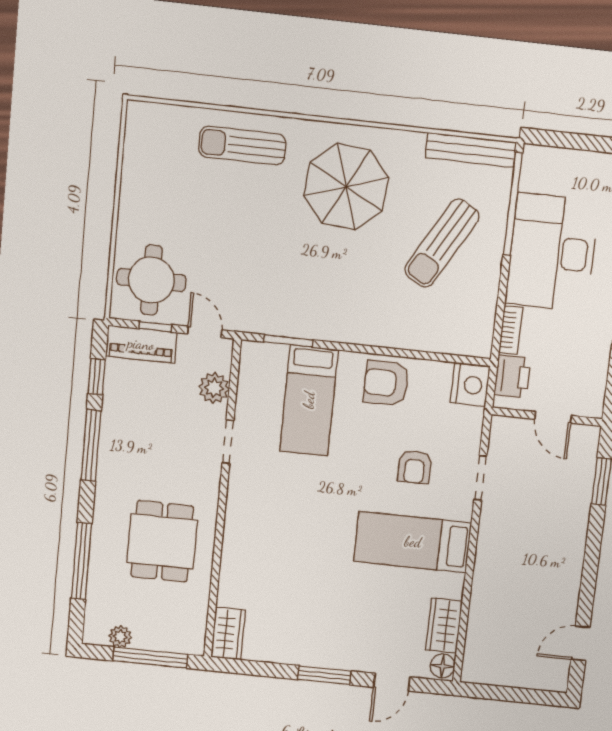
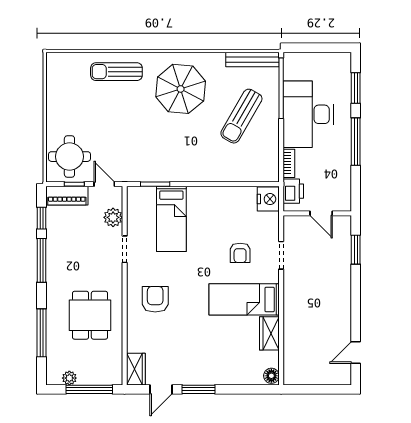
armchair: (386, 383) -> (155, 299), moved, turned 90
wardrobe: (444, 626) -> (269, 333), moved
door: (392, 682) -> (161, 389), moved

